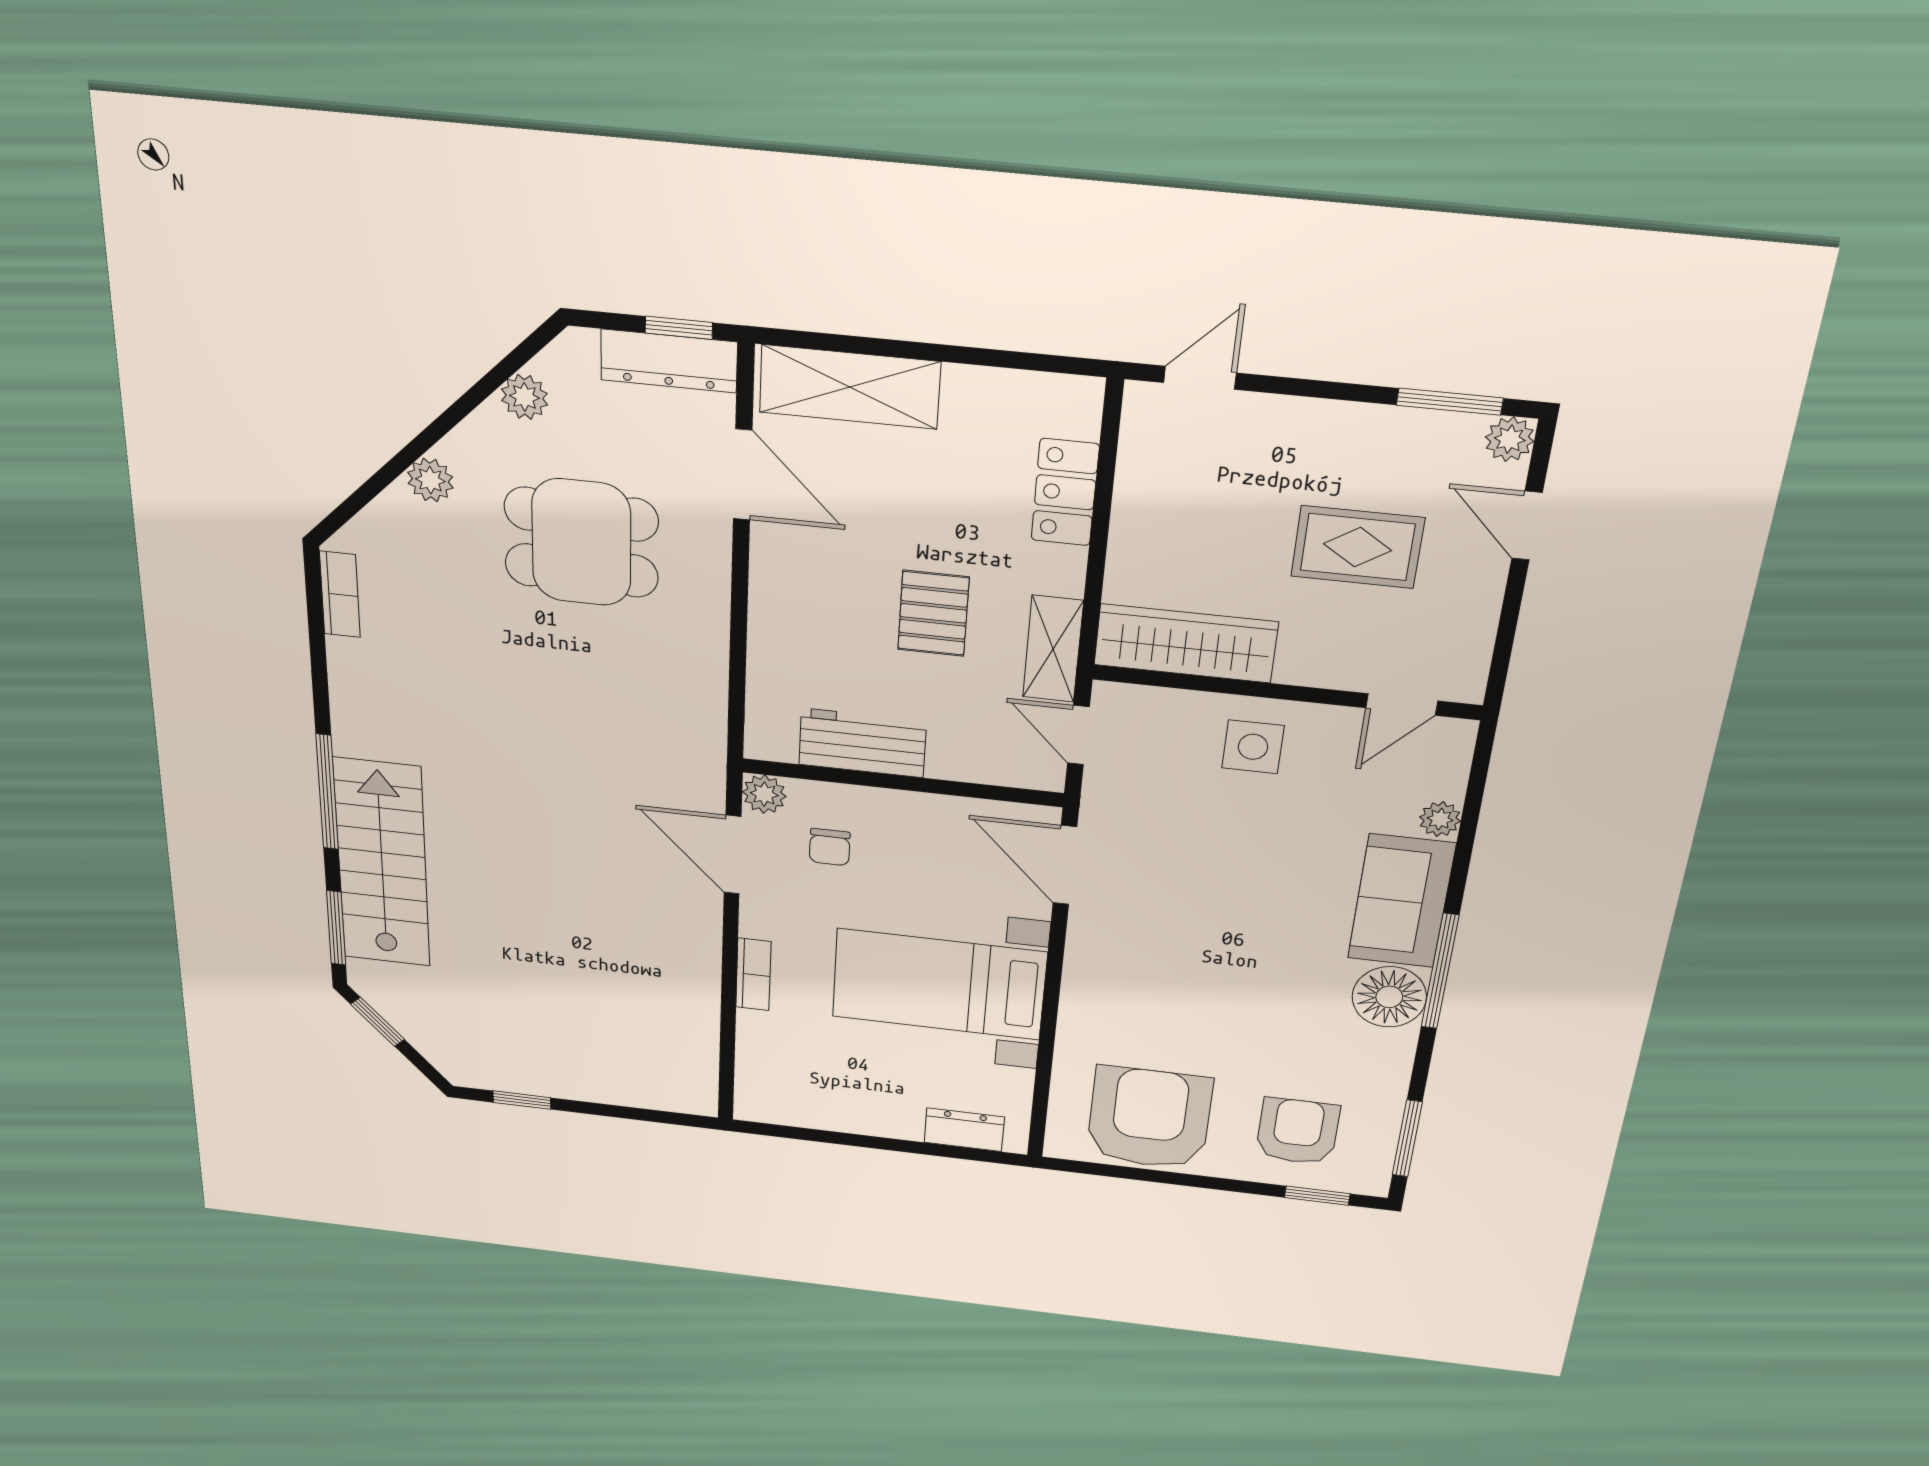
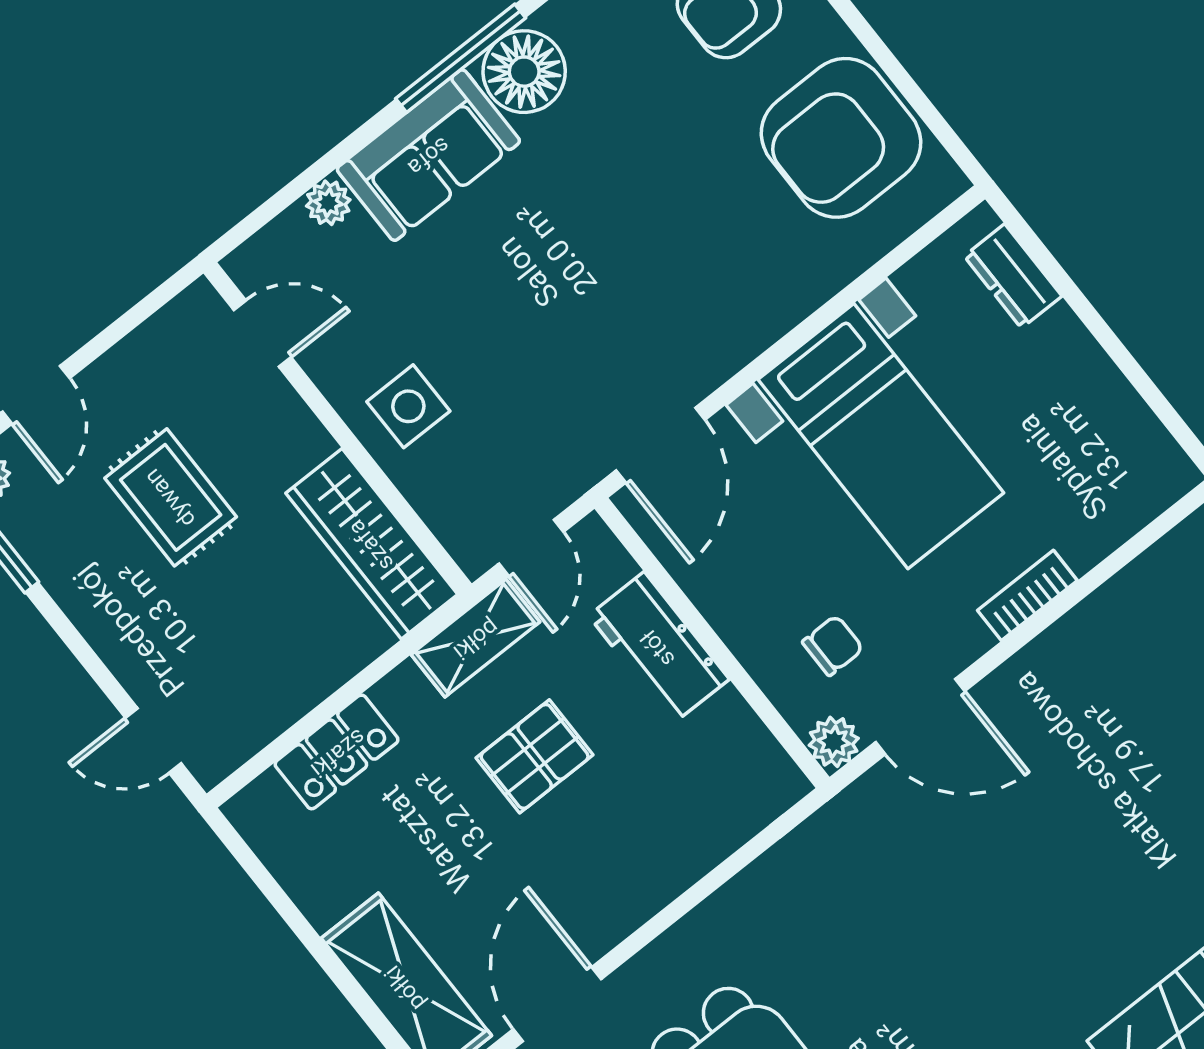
workbench: (862, 743) -> (659, 647), moved
door: (733, 855) -> (920, 717), hinge flipped

